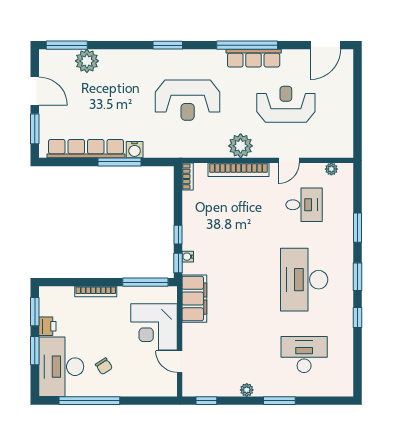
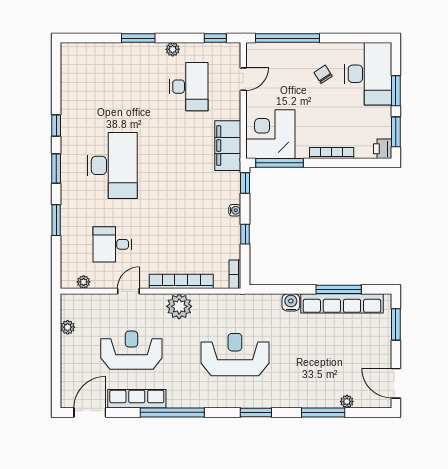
window: (67, 45) -> (323, 412), moved
row of seats: (254, 58) -> (137, 399), moved
plant: (87, 61) -> (347, 402), width x0.53, depth x0.53
door: (35, 91) -> (396, 383), moved
reception desk: (286, 104) -> (131, 350), turned 180
plant: (346, 126) -> (68, 327), added
window: (119, 162) -> (339, 289), moved
window: (178, 235) -> (245, 234), moved
water cooler: (188, 257) -> (235, 210), moved
printer: (47, 326) -> (383, 149), moved
corner desk: (154, 327) -> (270, 134), moved, turned -90
desk: (304, 355) -> (189, 87), moved, turned -90
door: (180, 362) -> (243, 79), hinge flipped
window: (89, 401) -> (288, 38), moved

